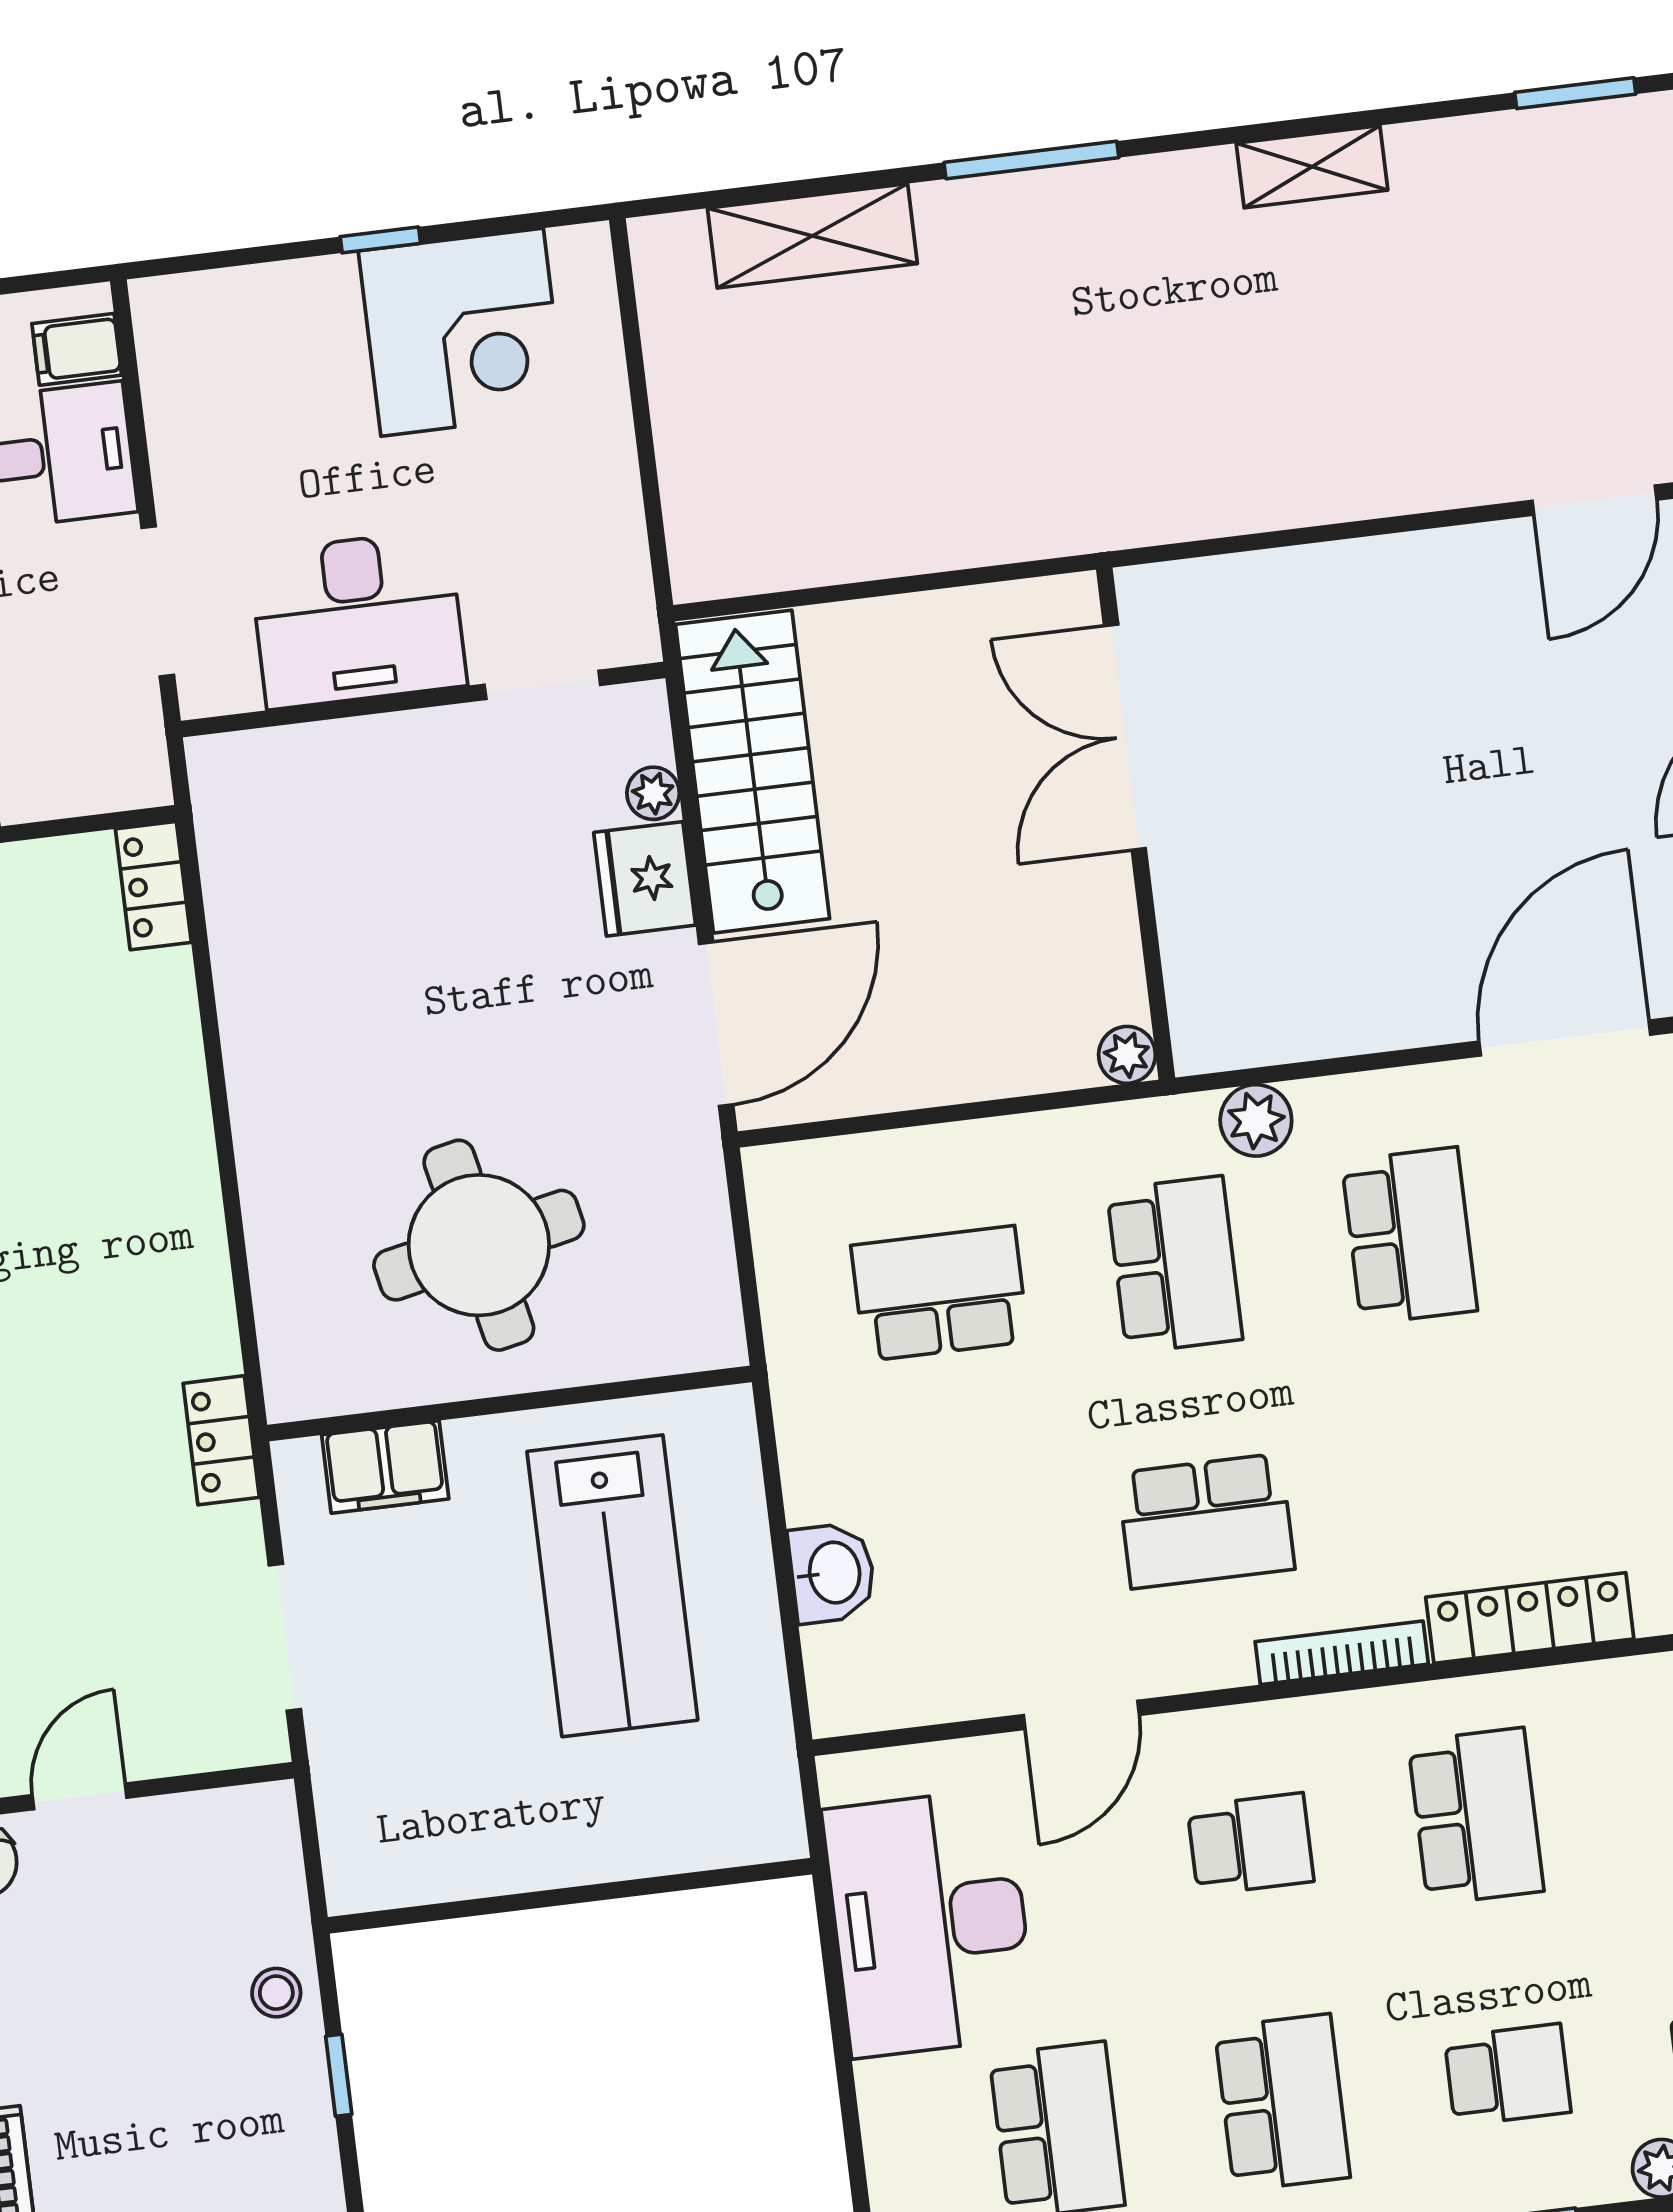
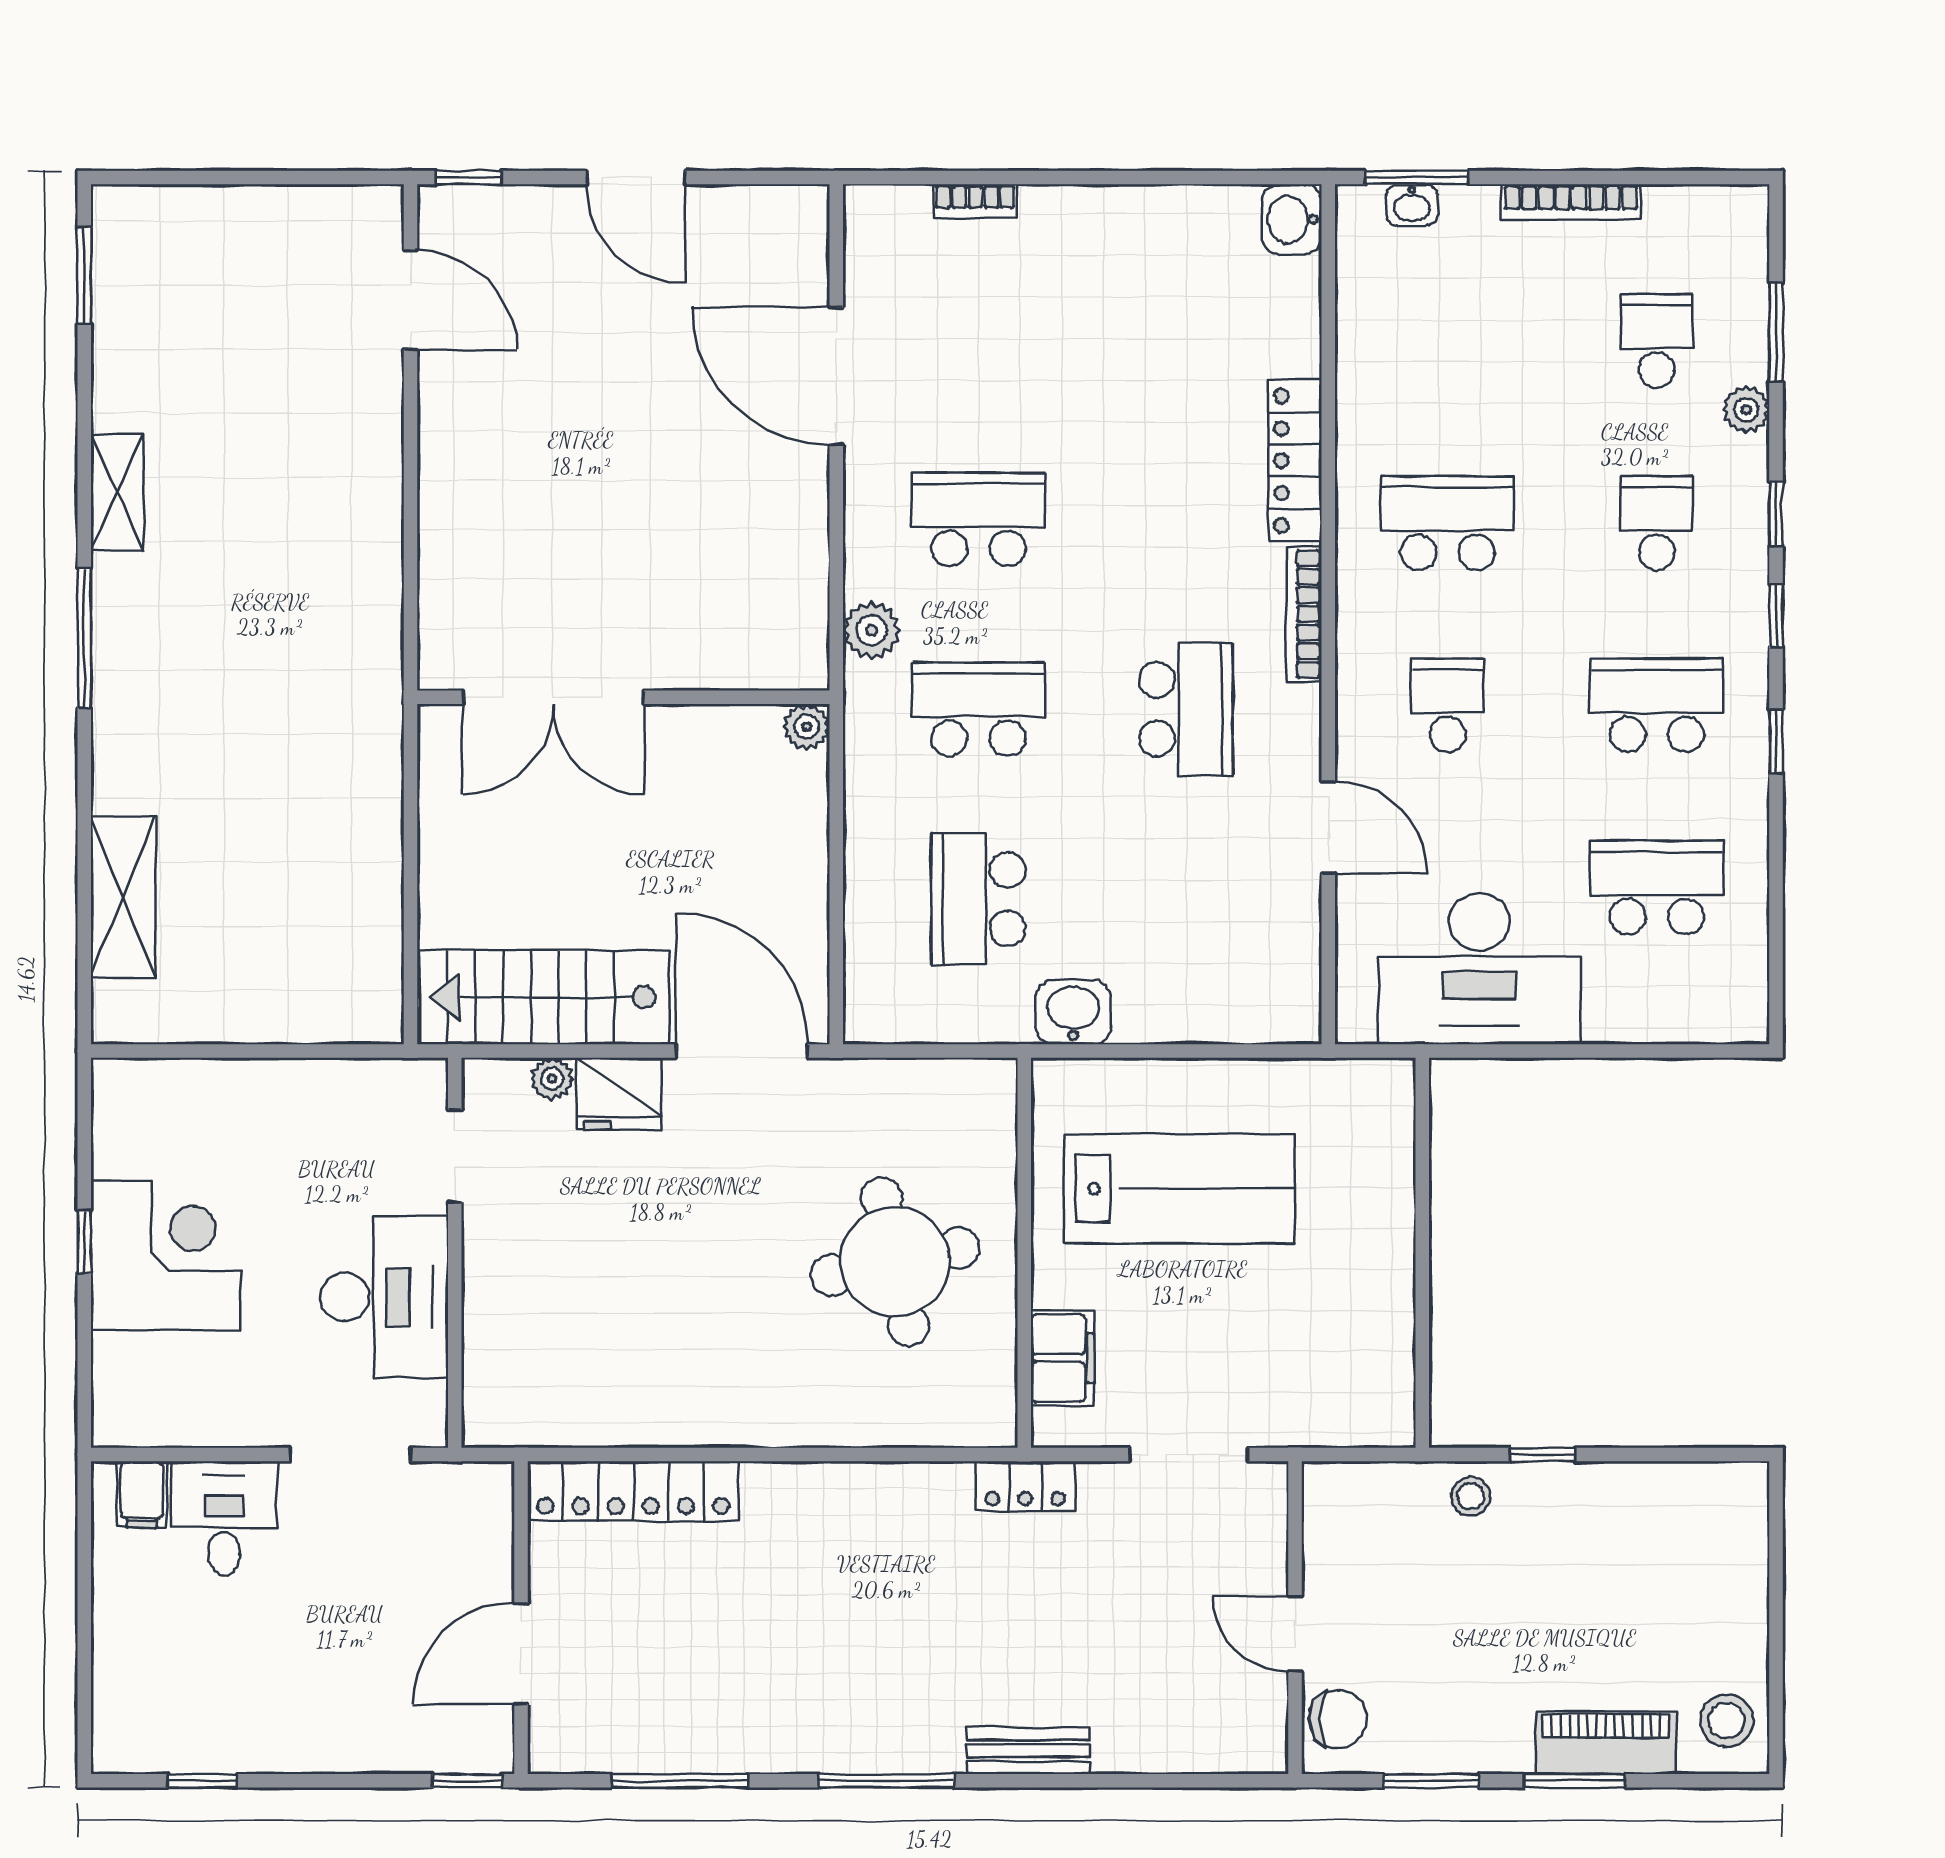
window: (1031, 160) -> (84, 638), moved
corner desk: (462, 332) -> (166, 1255), moved
locker: (153, 886) -> (633, 1491), width x2.16, depth x1.21
washbasin: (832, 1573) -> (1073, 1012), moved

